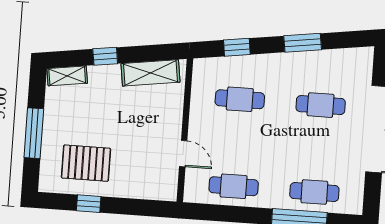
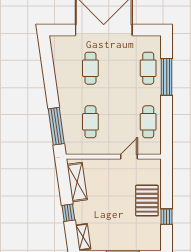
window: (303, 43) -> (50, 83), removed
window: (237, 47) -> (56, 126), width x2.17
pallet: (86, 163) -> (147, 200), moved

